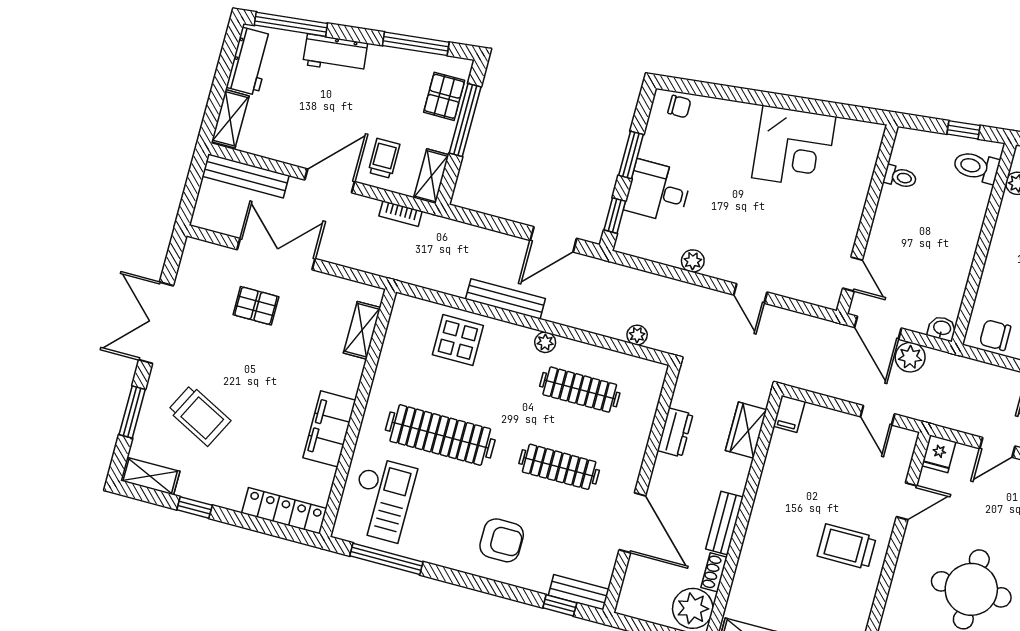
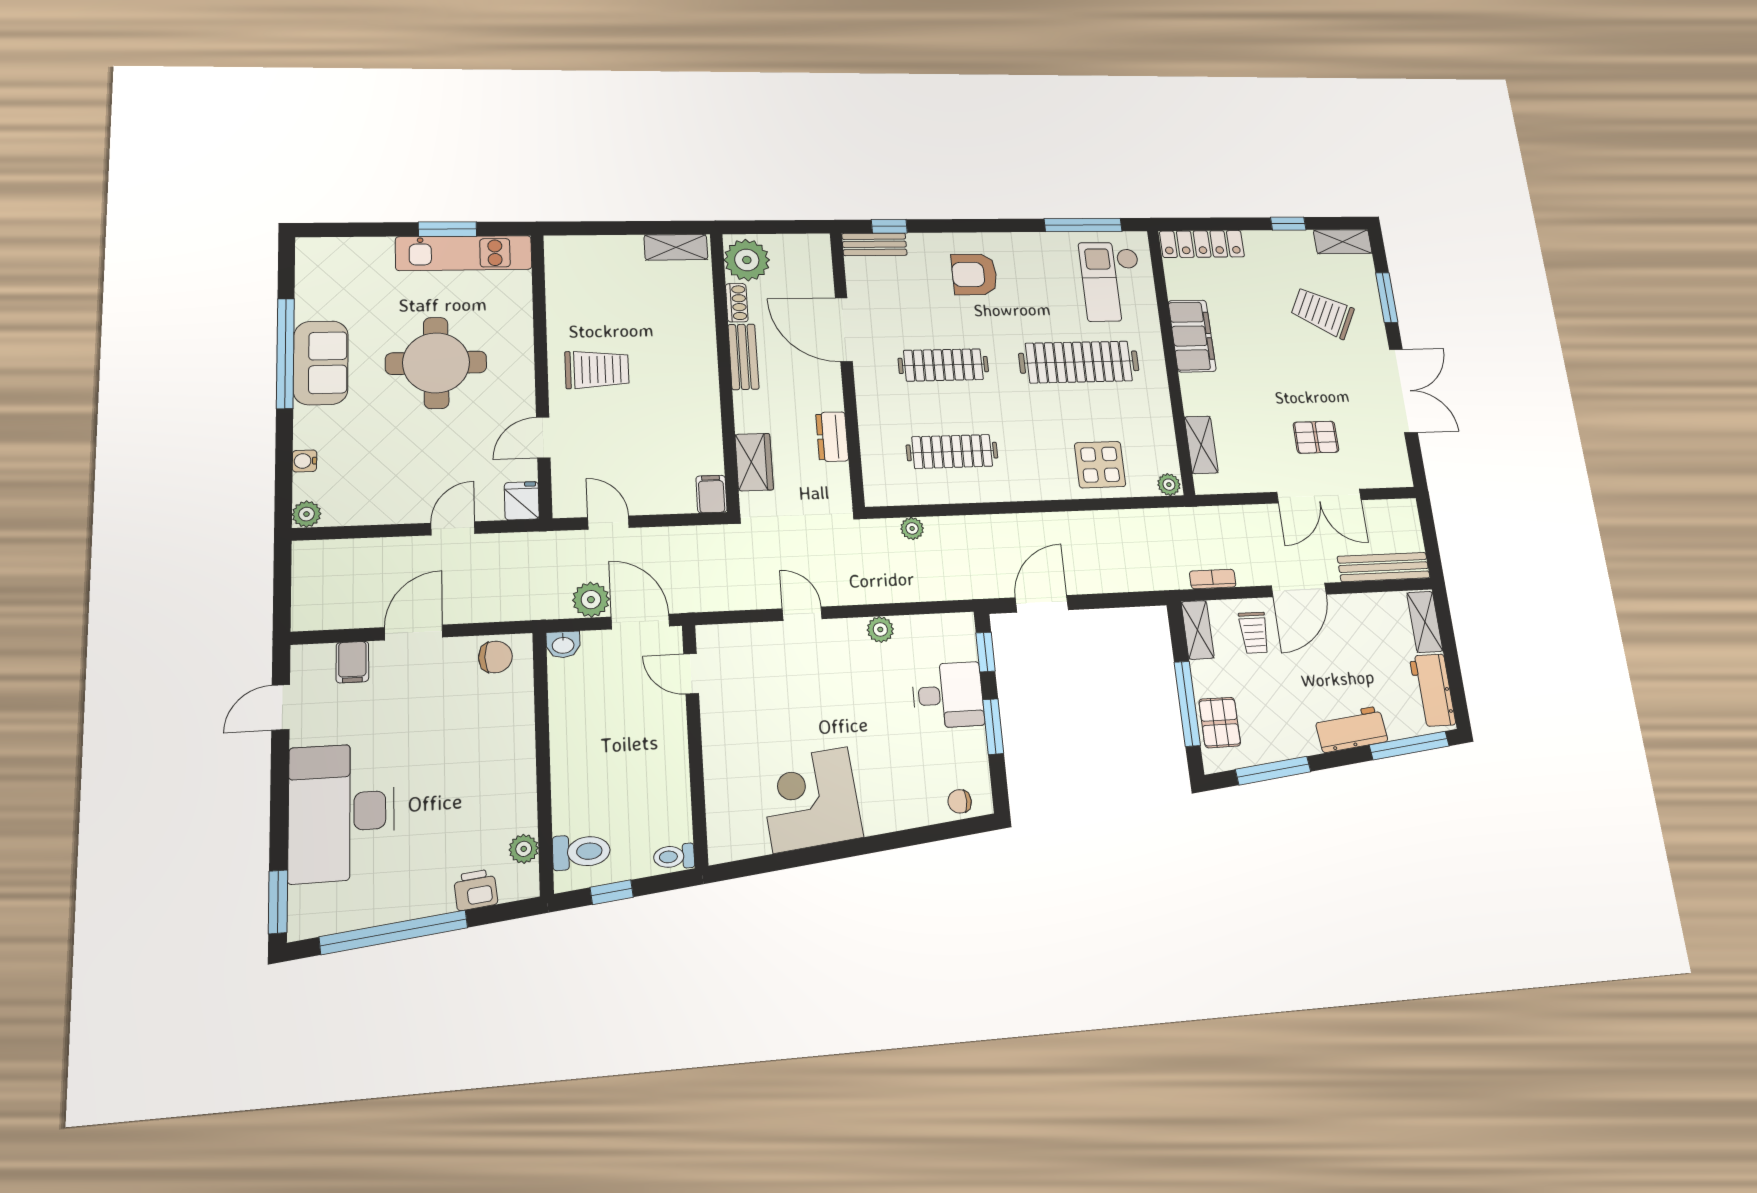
toilet: (900, 177) -> (674, 857), moved
bench: (505, 299) -> (1068, 523), removed
plant: (545, 342) -> (1169, 485), moved

